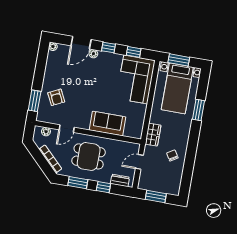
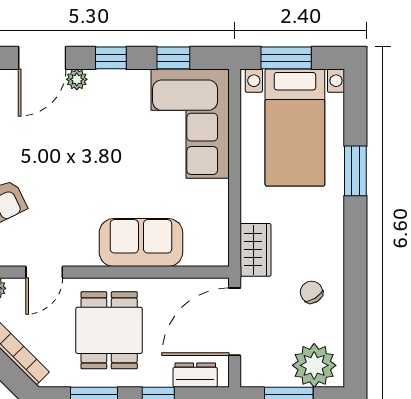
dining table: (89, 156) -> (109, 330), turned 90
door: (139, 162) -> (235, 322), width x1.88
plant: (168, 185) -> (314, 365), added

